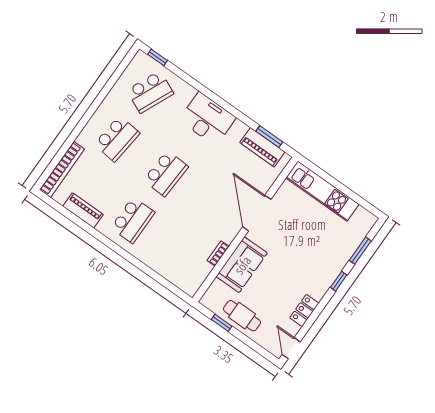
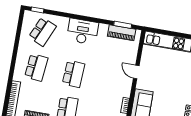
door: (257, 213) -> (136, 72), width x0.53

